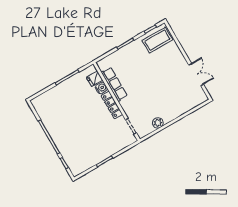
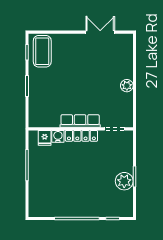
row of seats: (114, 84) -> (80, 121), moved
plant: (158, 123) -> (127, 86), moved
plant: (97, 156) -> (124, 181), added

